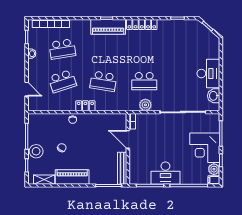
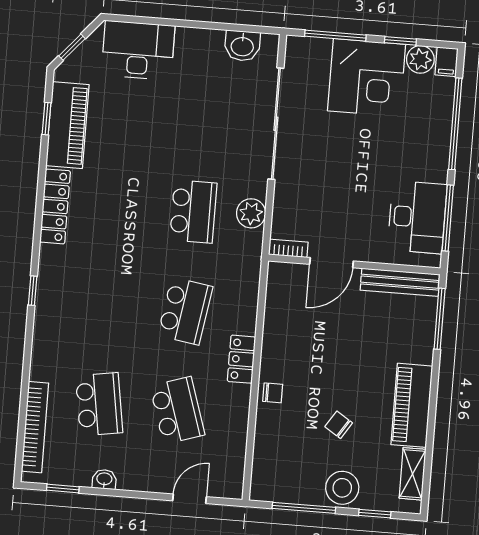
piano: (108, 27) -> (67, 125), moved
desk: (208, 74) -> (138, 50), moved
desk: (165, 173) -> (417, 217), moved

